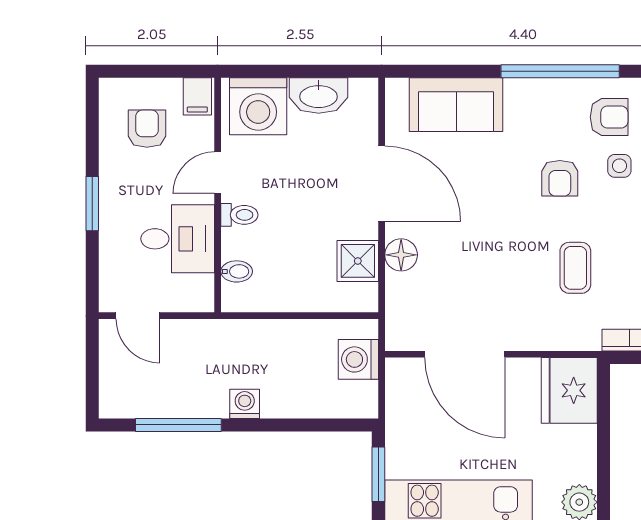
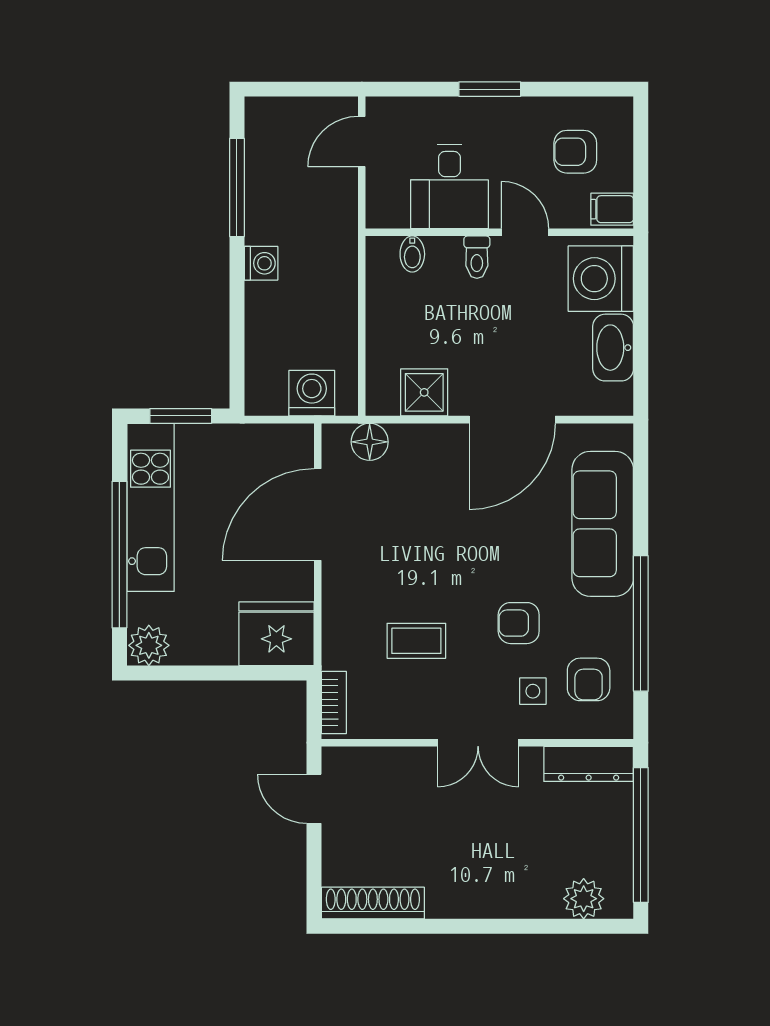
sofa: (456, 105) -> (603, 524), width x1.36
armchair: (147, 129) -> (575, 152), turned 180
floor lamp: (401, 255) -> (370, 442), moved

